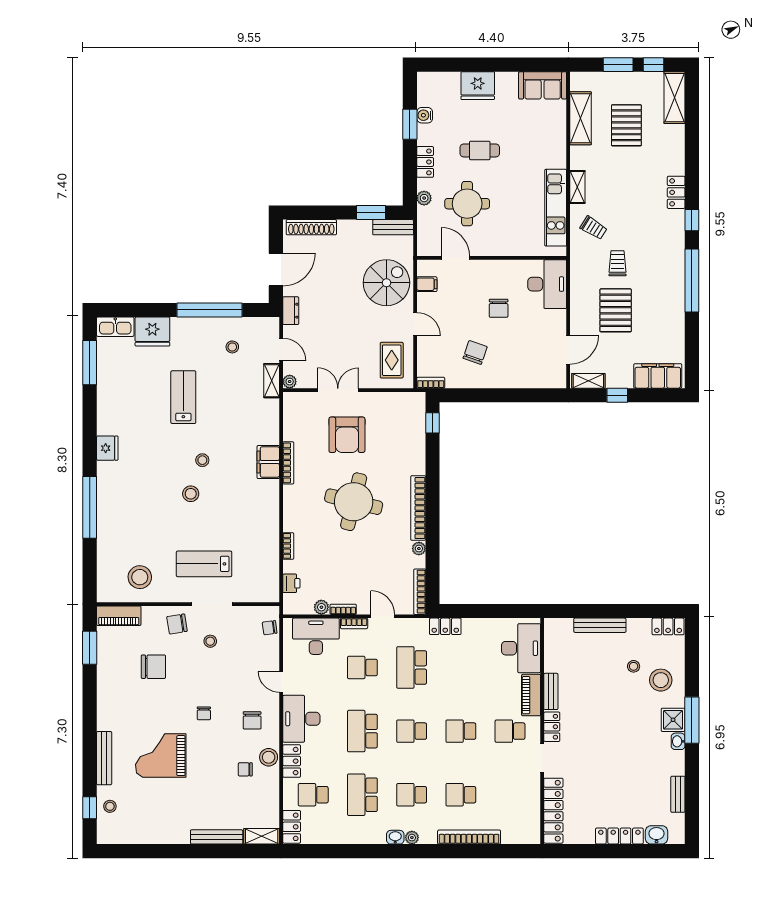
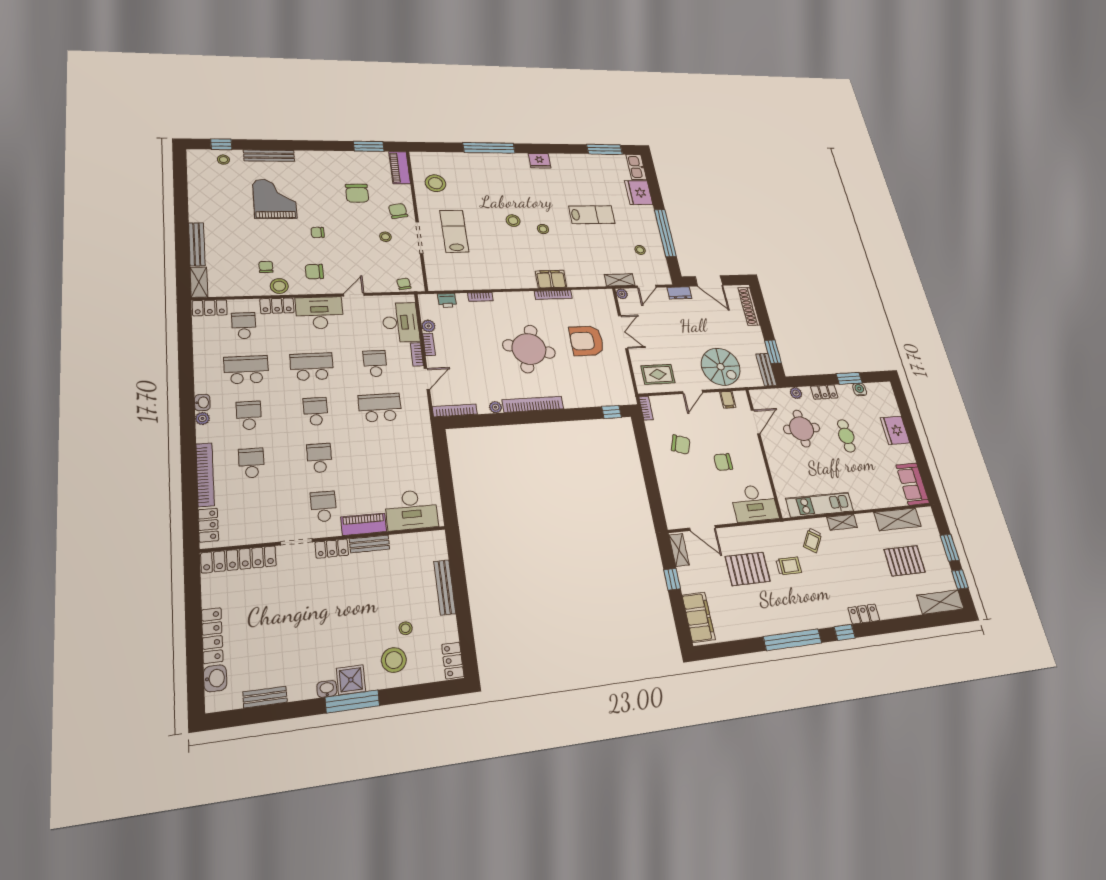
locker: (445, 626) -> (208, 525), moved, turned 180

